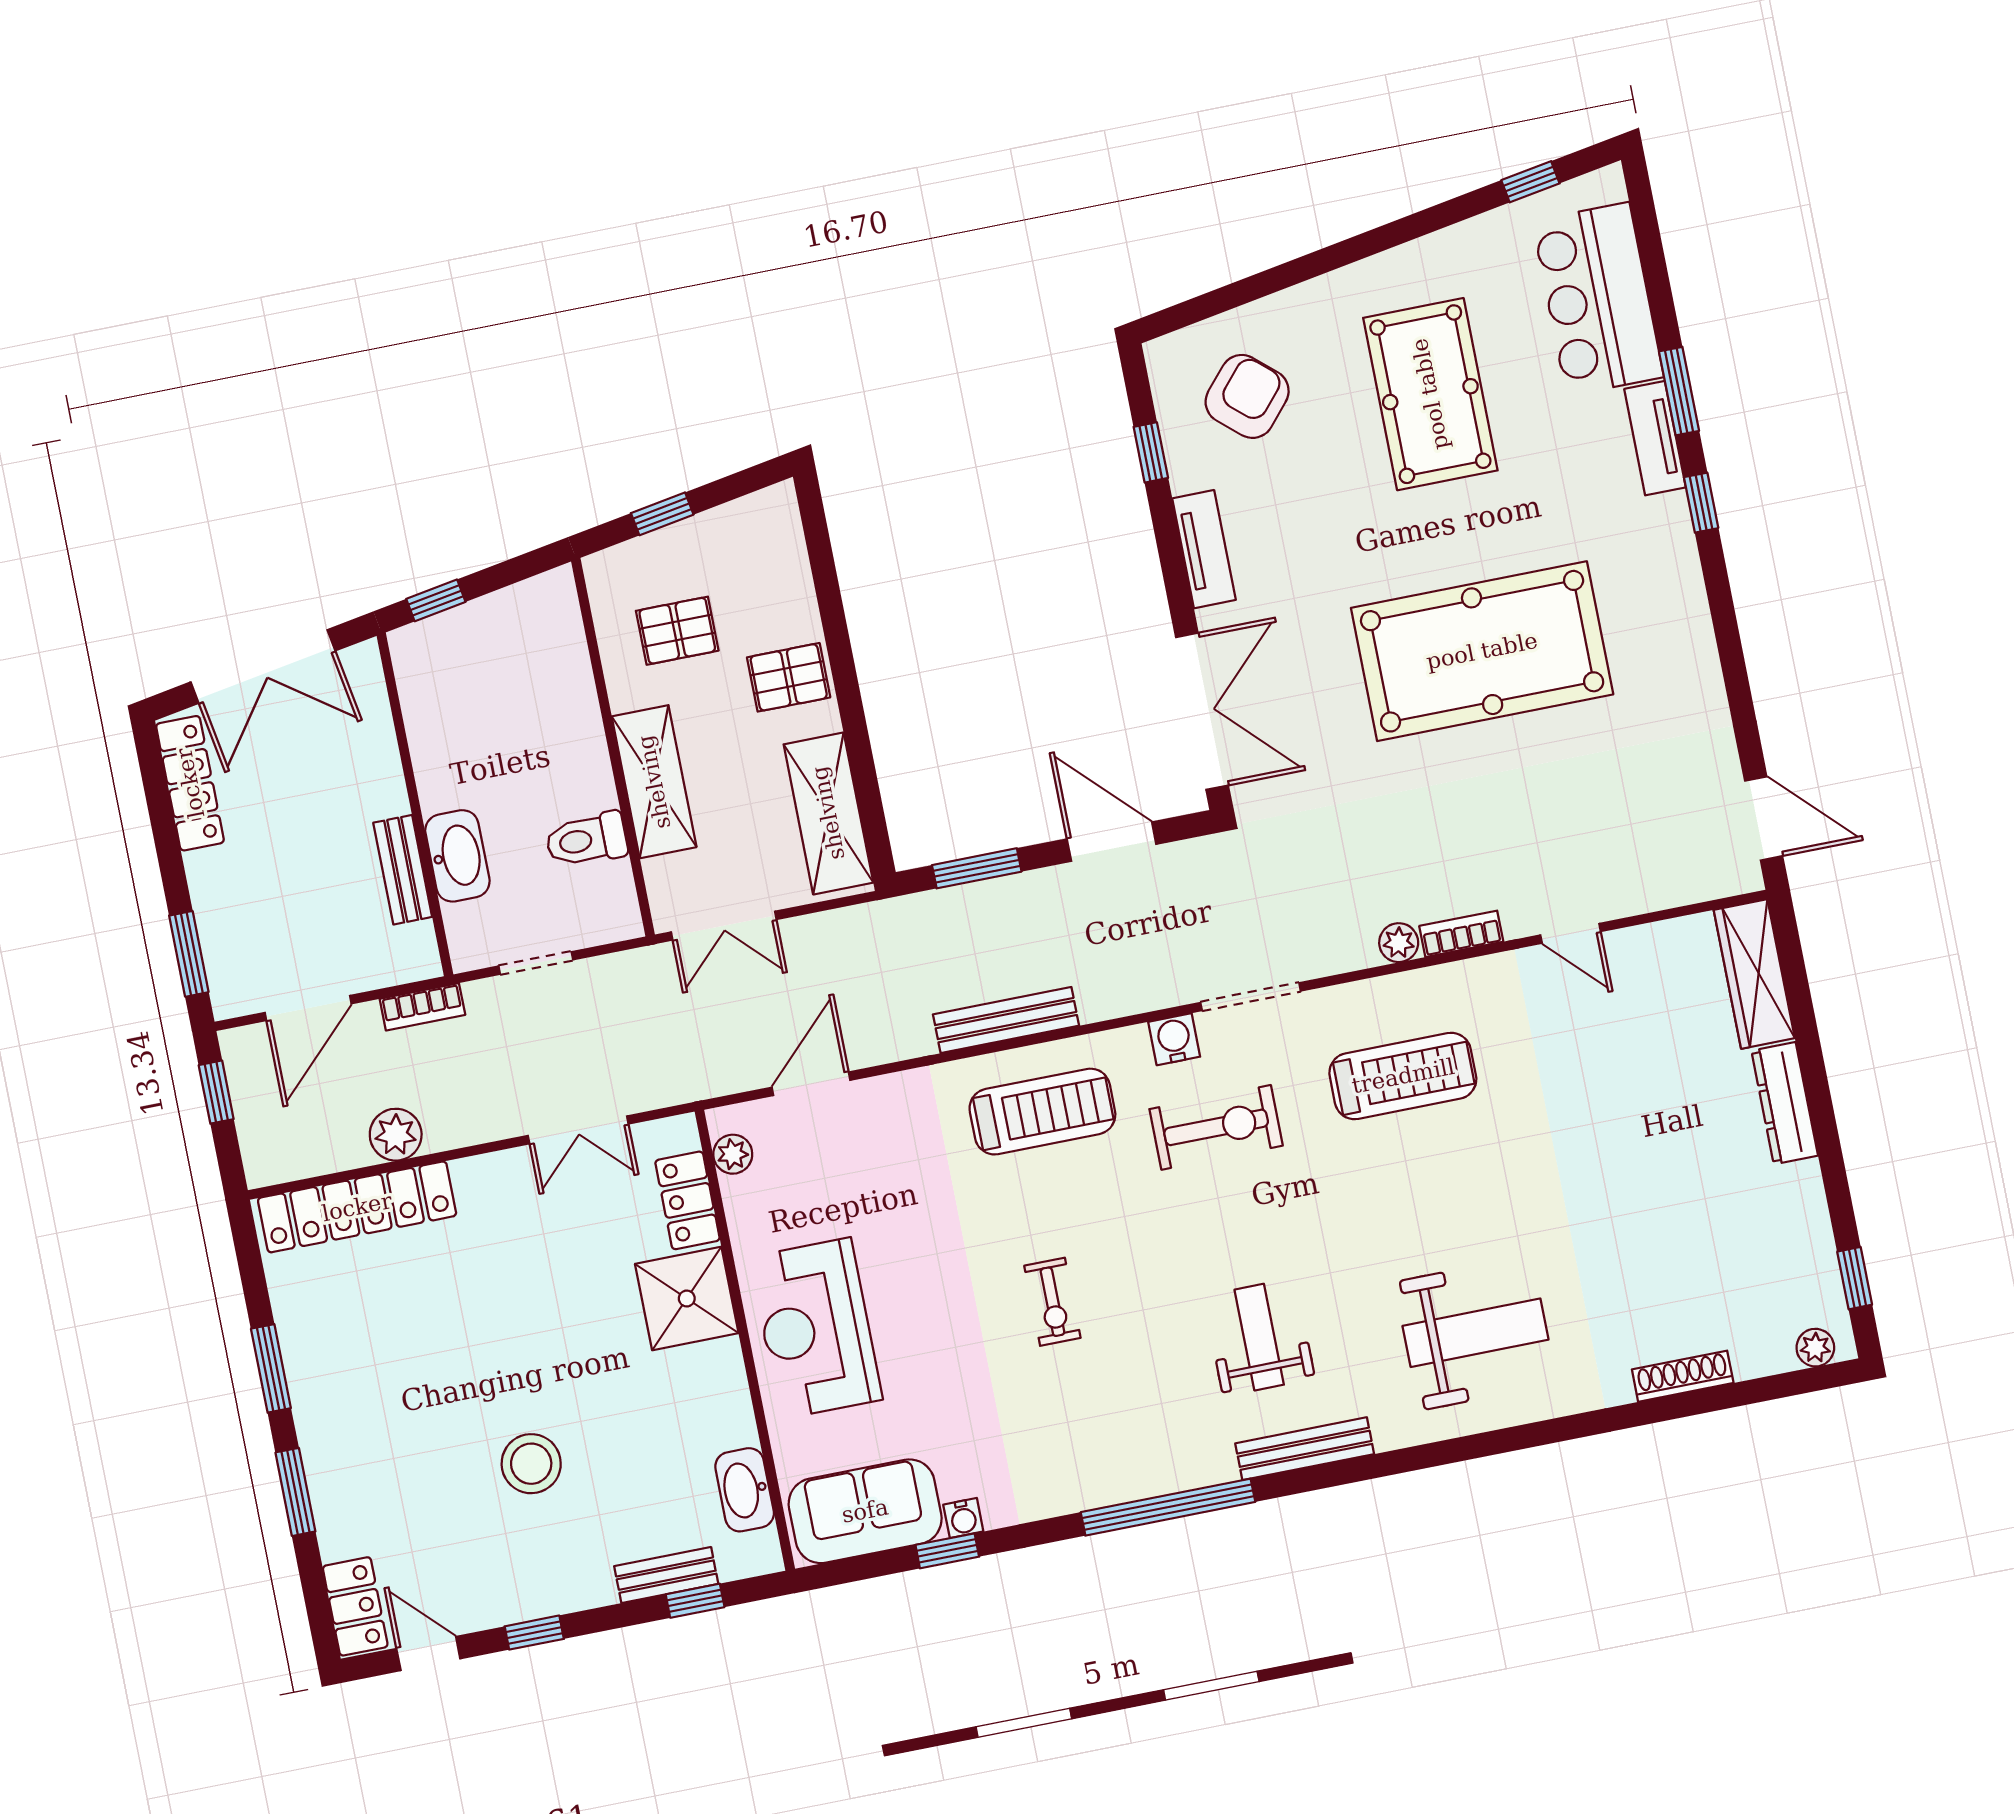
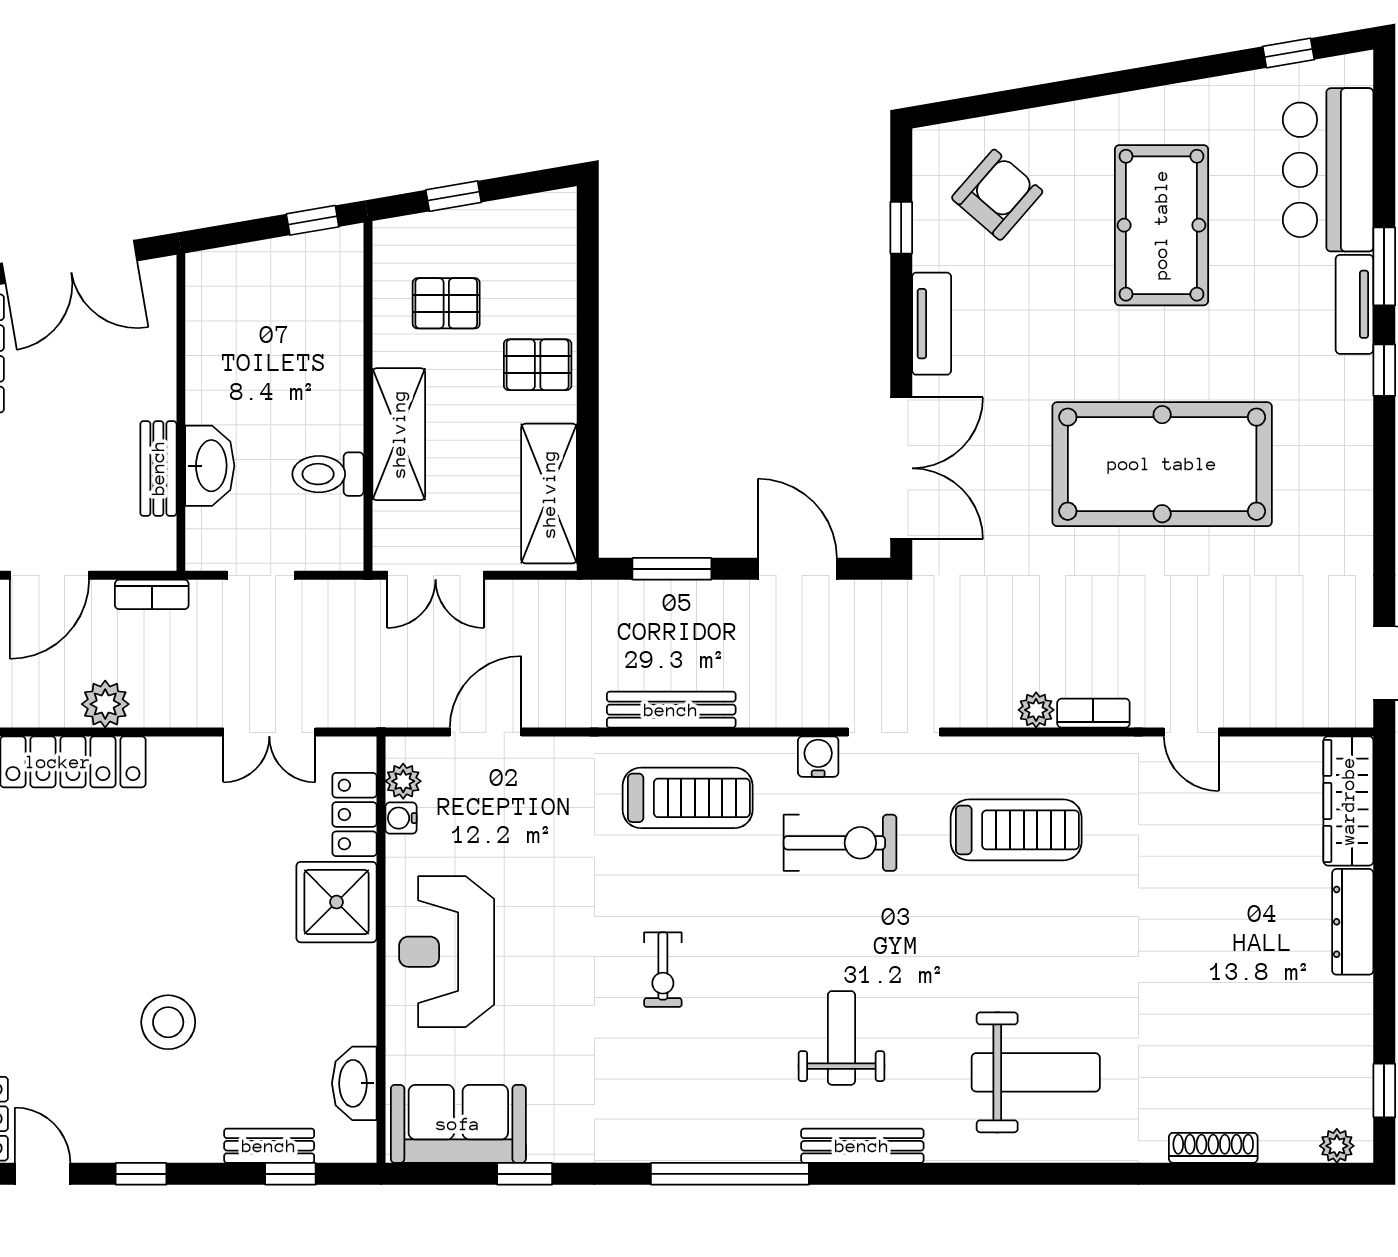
window: (436, 600) -> (313, 220), moved
water cooler: (963, 1518) -> (401, 818), moved, turned 90

